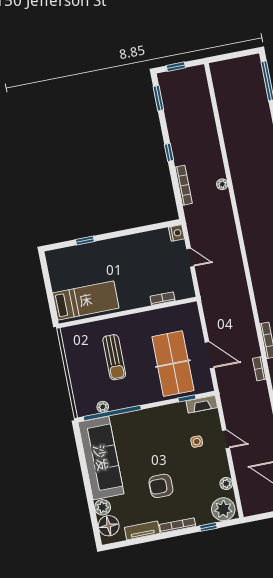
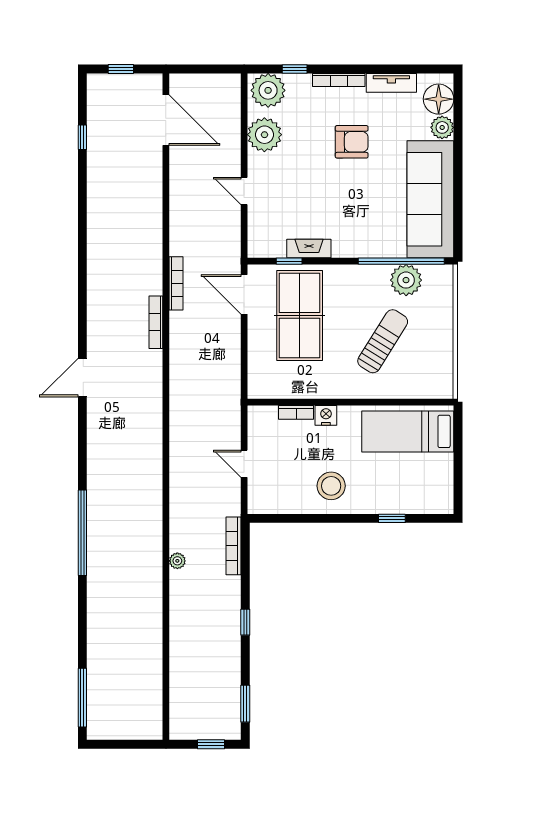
bookcase: (184, 185) -> (233, 546), moved
nightstand: (176, 233) -> (326, 415), moved, turned 90
stool: (130, 254) -> (331, 486), added
door: (210, 355) -> (244, 294), moved
sun lounger: (114, 357) -> (383, 341), turned 32
bookcase: (259, 369) -> (176, 283), width x1.56
fireplace: (202, 404) -> (309, 248), moved
plant: (103, 407) -> (406, 280), width x1.87, depth x1.87
side table: (197, 442) -> (287, 196), removed
plant: (226, 484) -> (264, 135), width x1.88, depth x1.88

